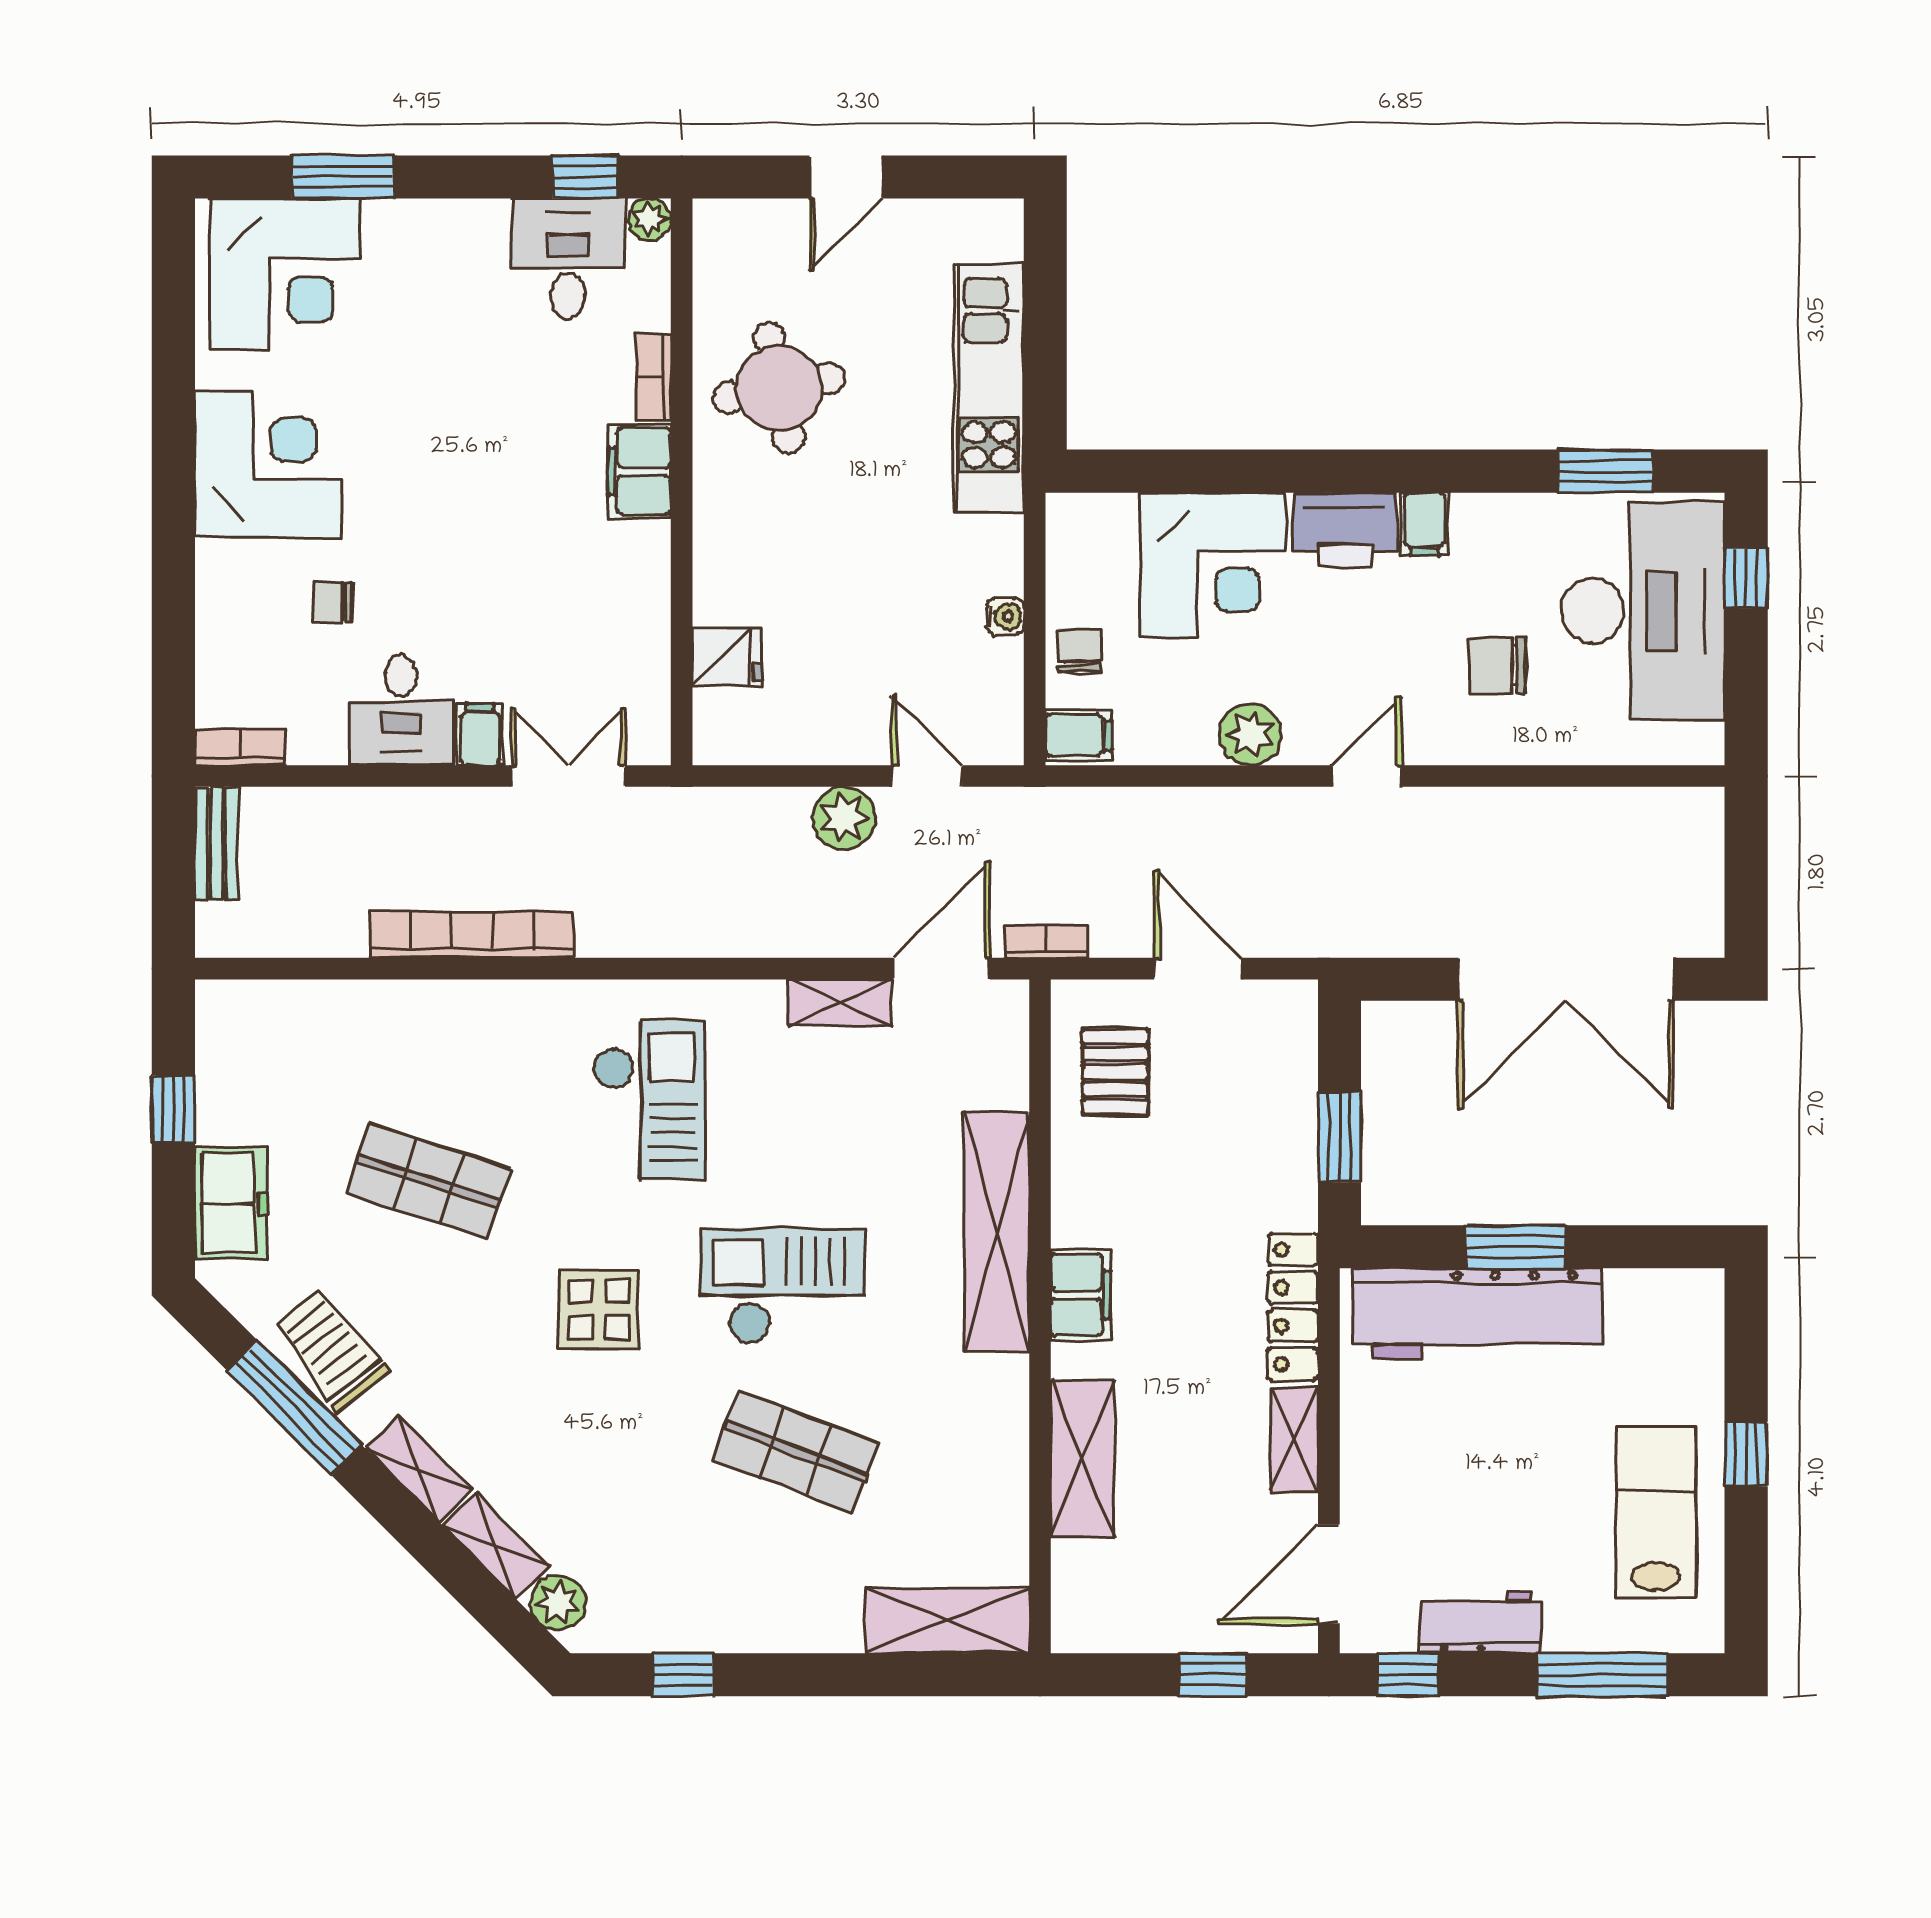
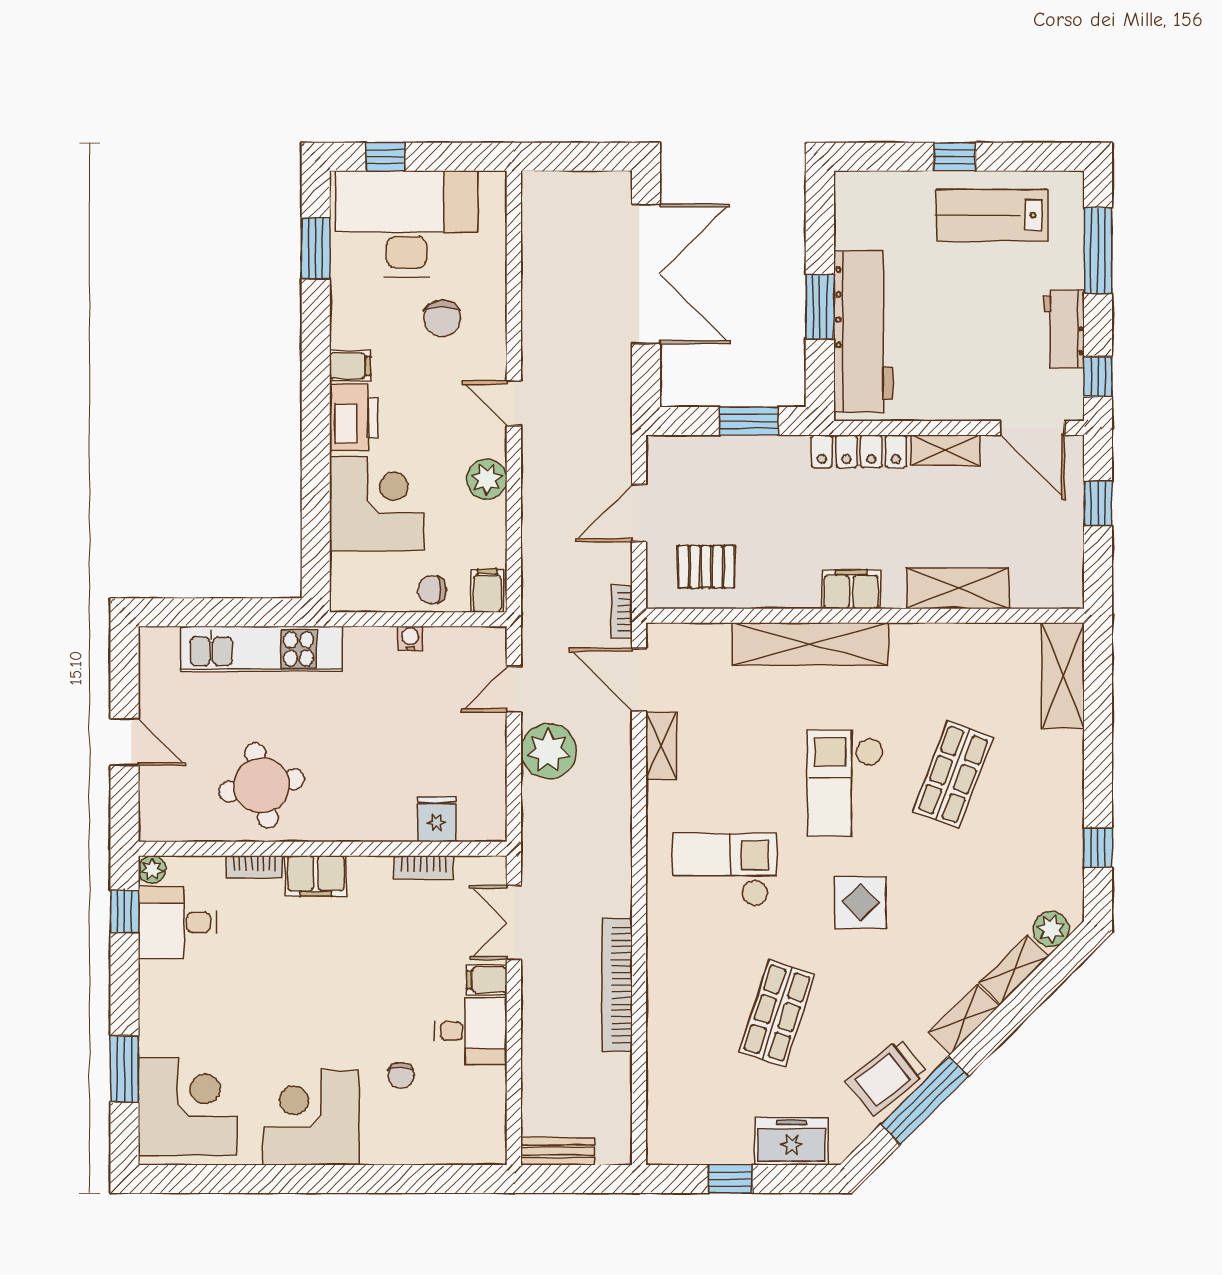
bookcase: (241, 747) -> (424, 868), moved, turned -90
plant: (844, 818) -> (549, 751), width x1.36, depth x1.36

